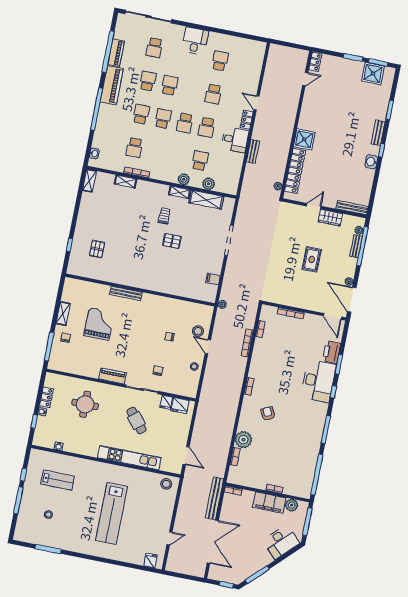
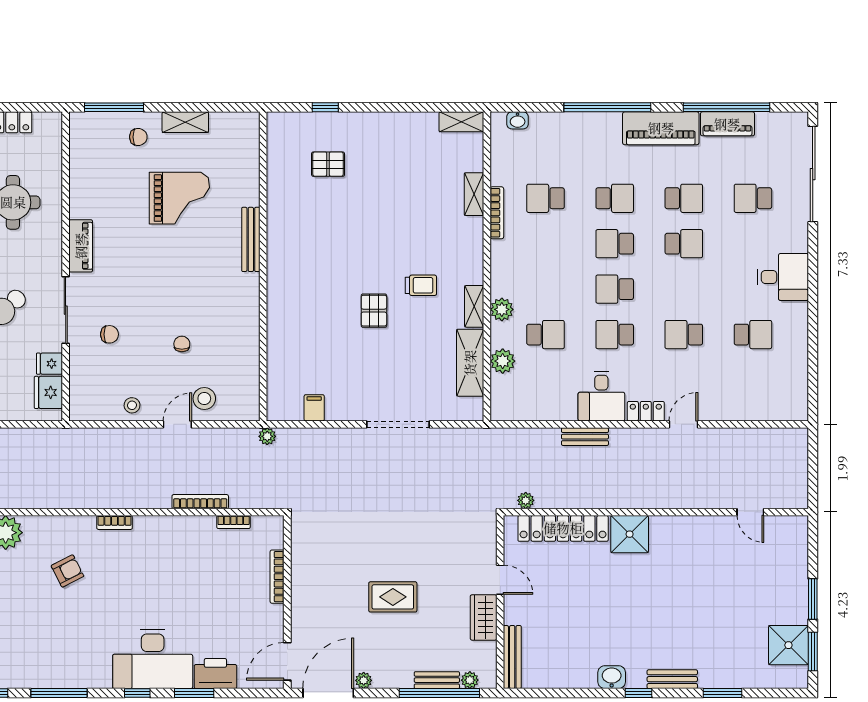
locker: (315, 62) -> (789, 525), removed
school desk: (163, 119) -> (615, 244), turned 180

